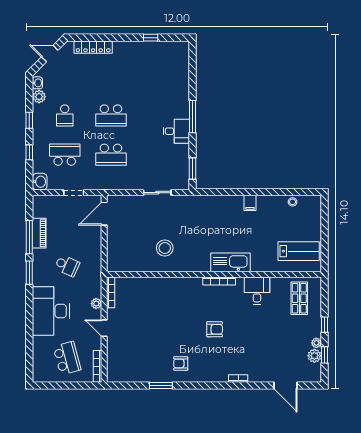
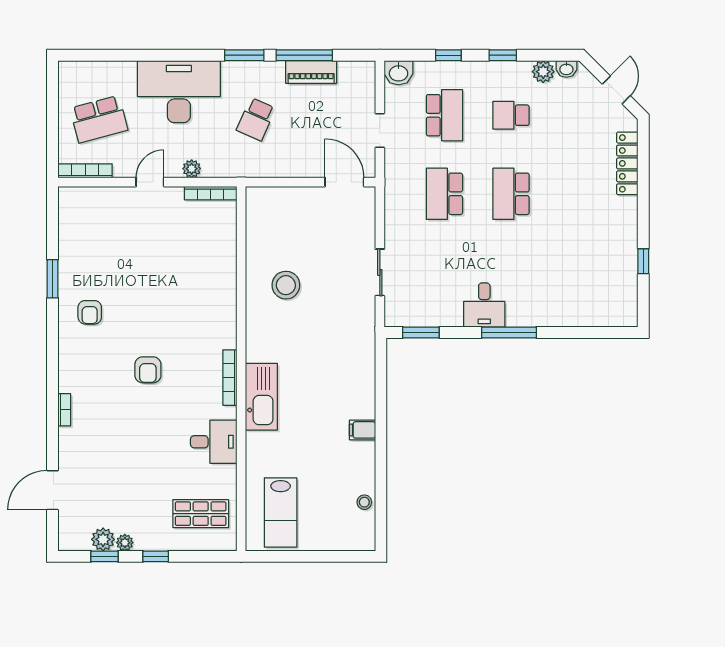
armchair: (181, 364) -> (90, 312), turned 180

